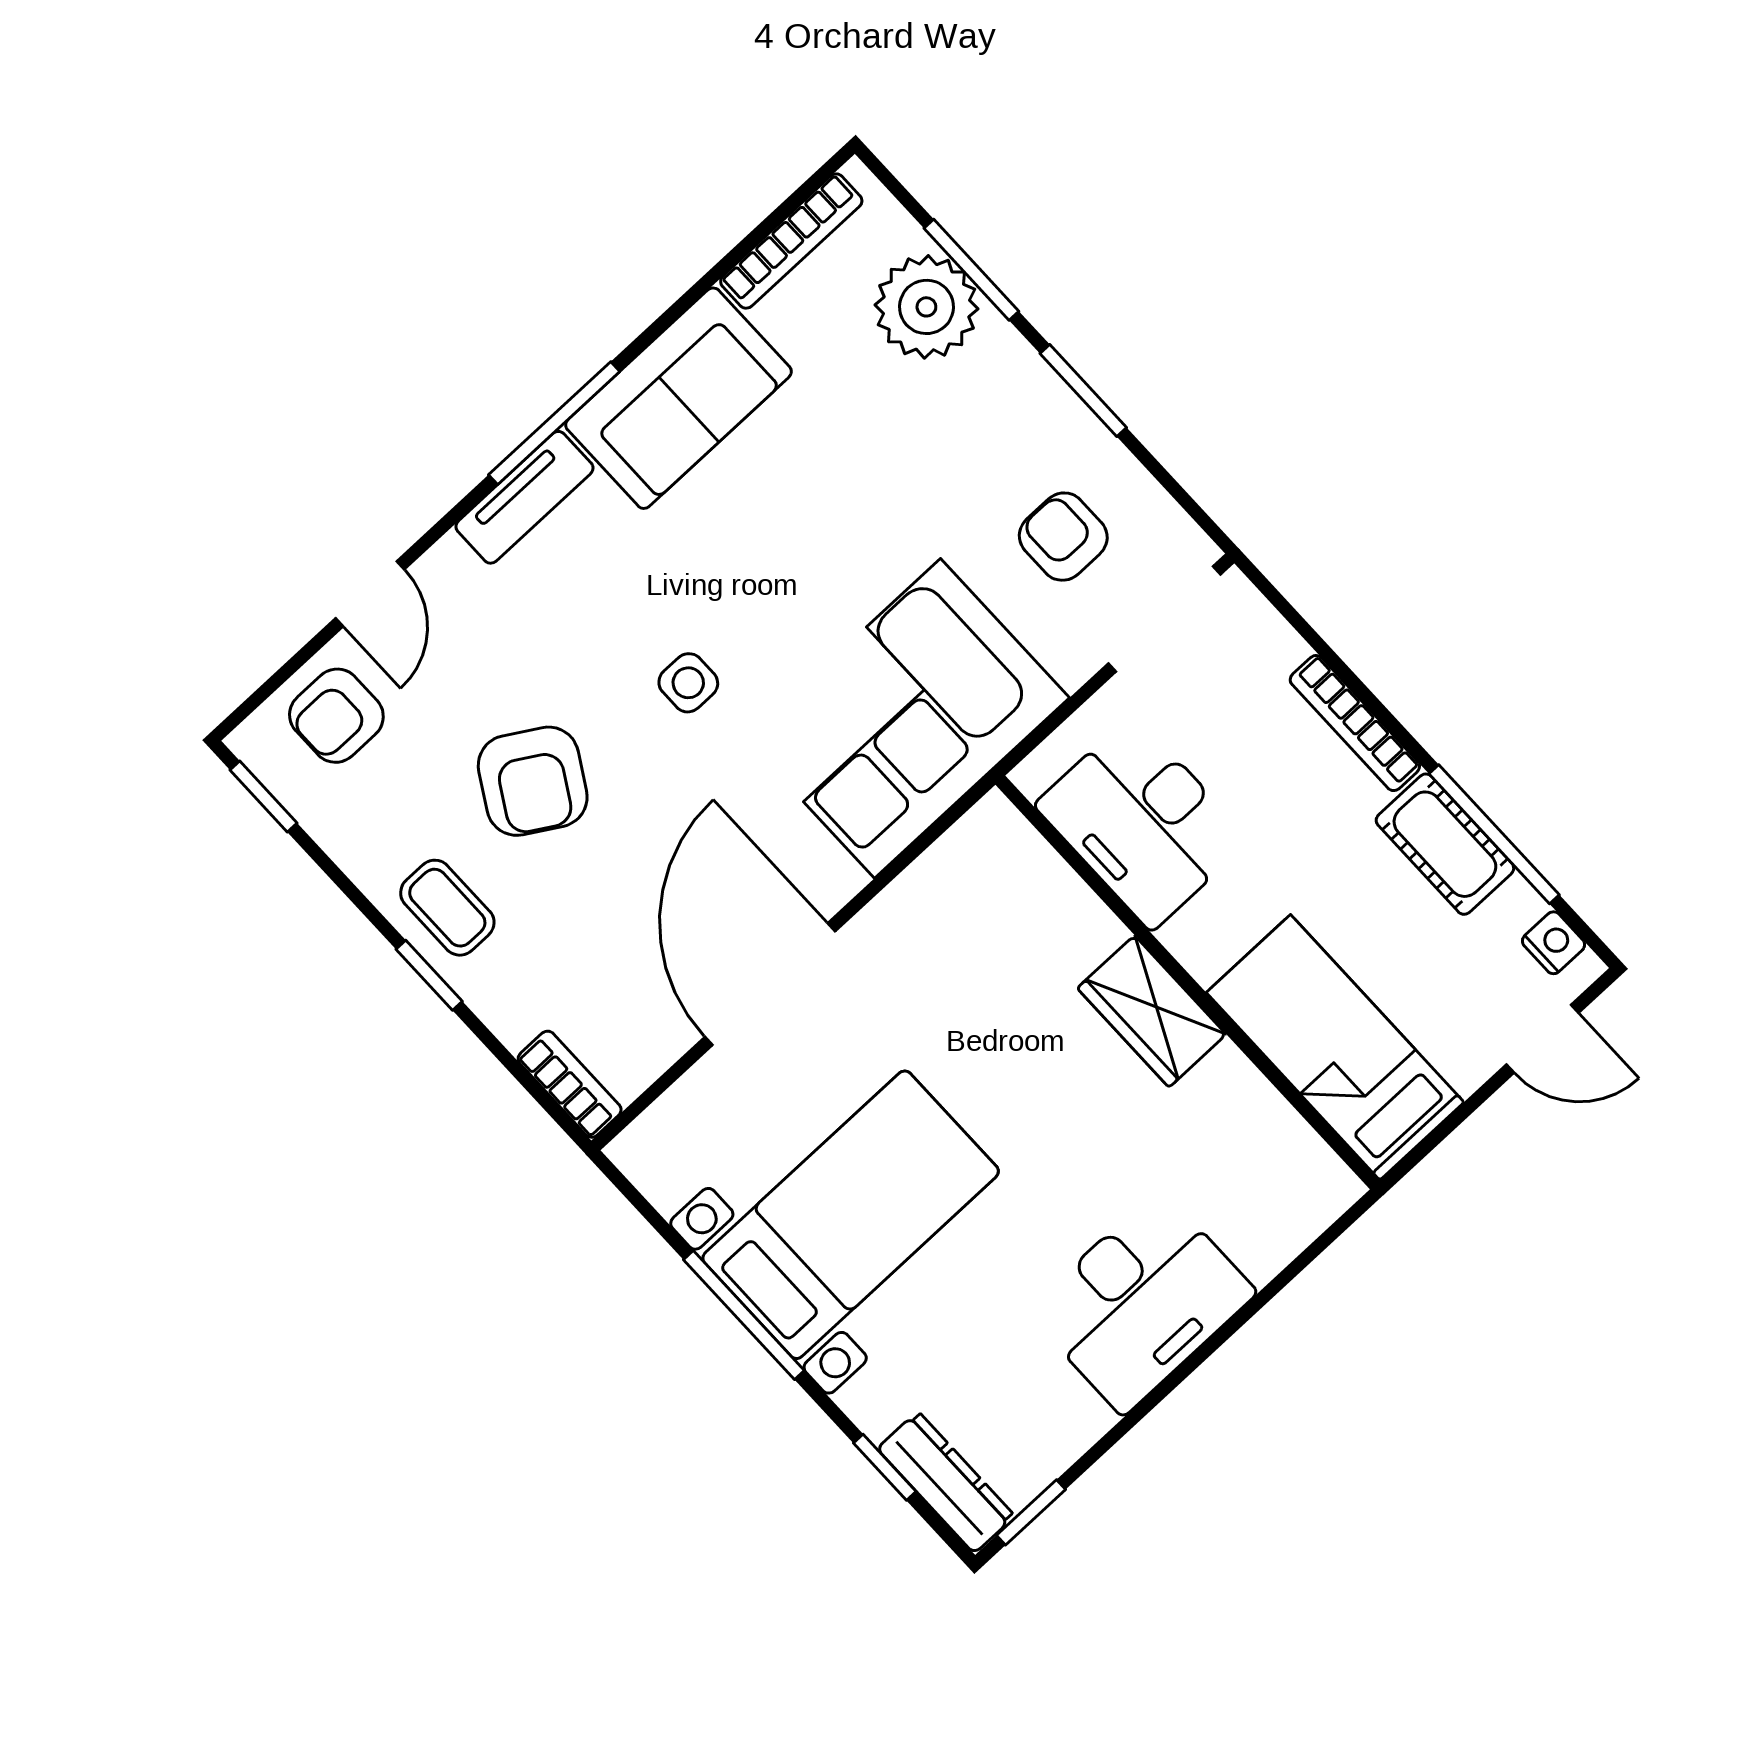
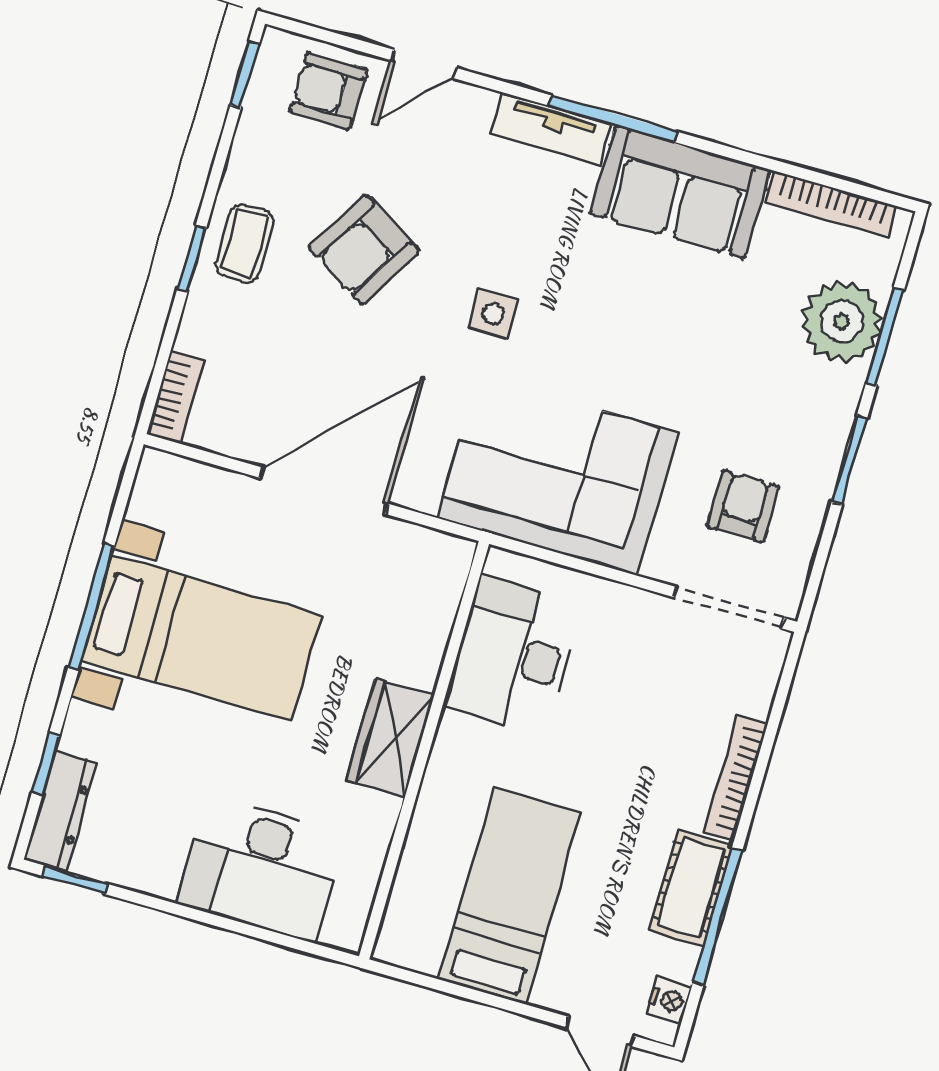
desk: (1142, 823) -> (513, 655), moved
wall: (1188, 982) -> (424, 750), moved
wardrobe: (1152, 1011) -> (390, 738), moved

